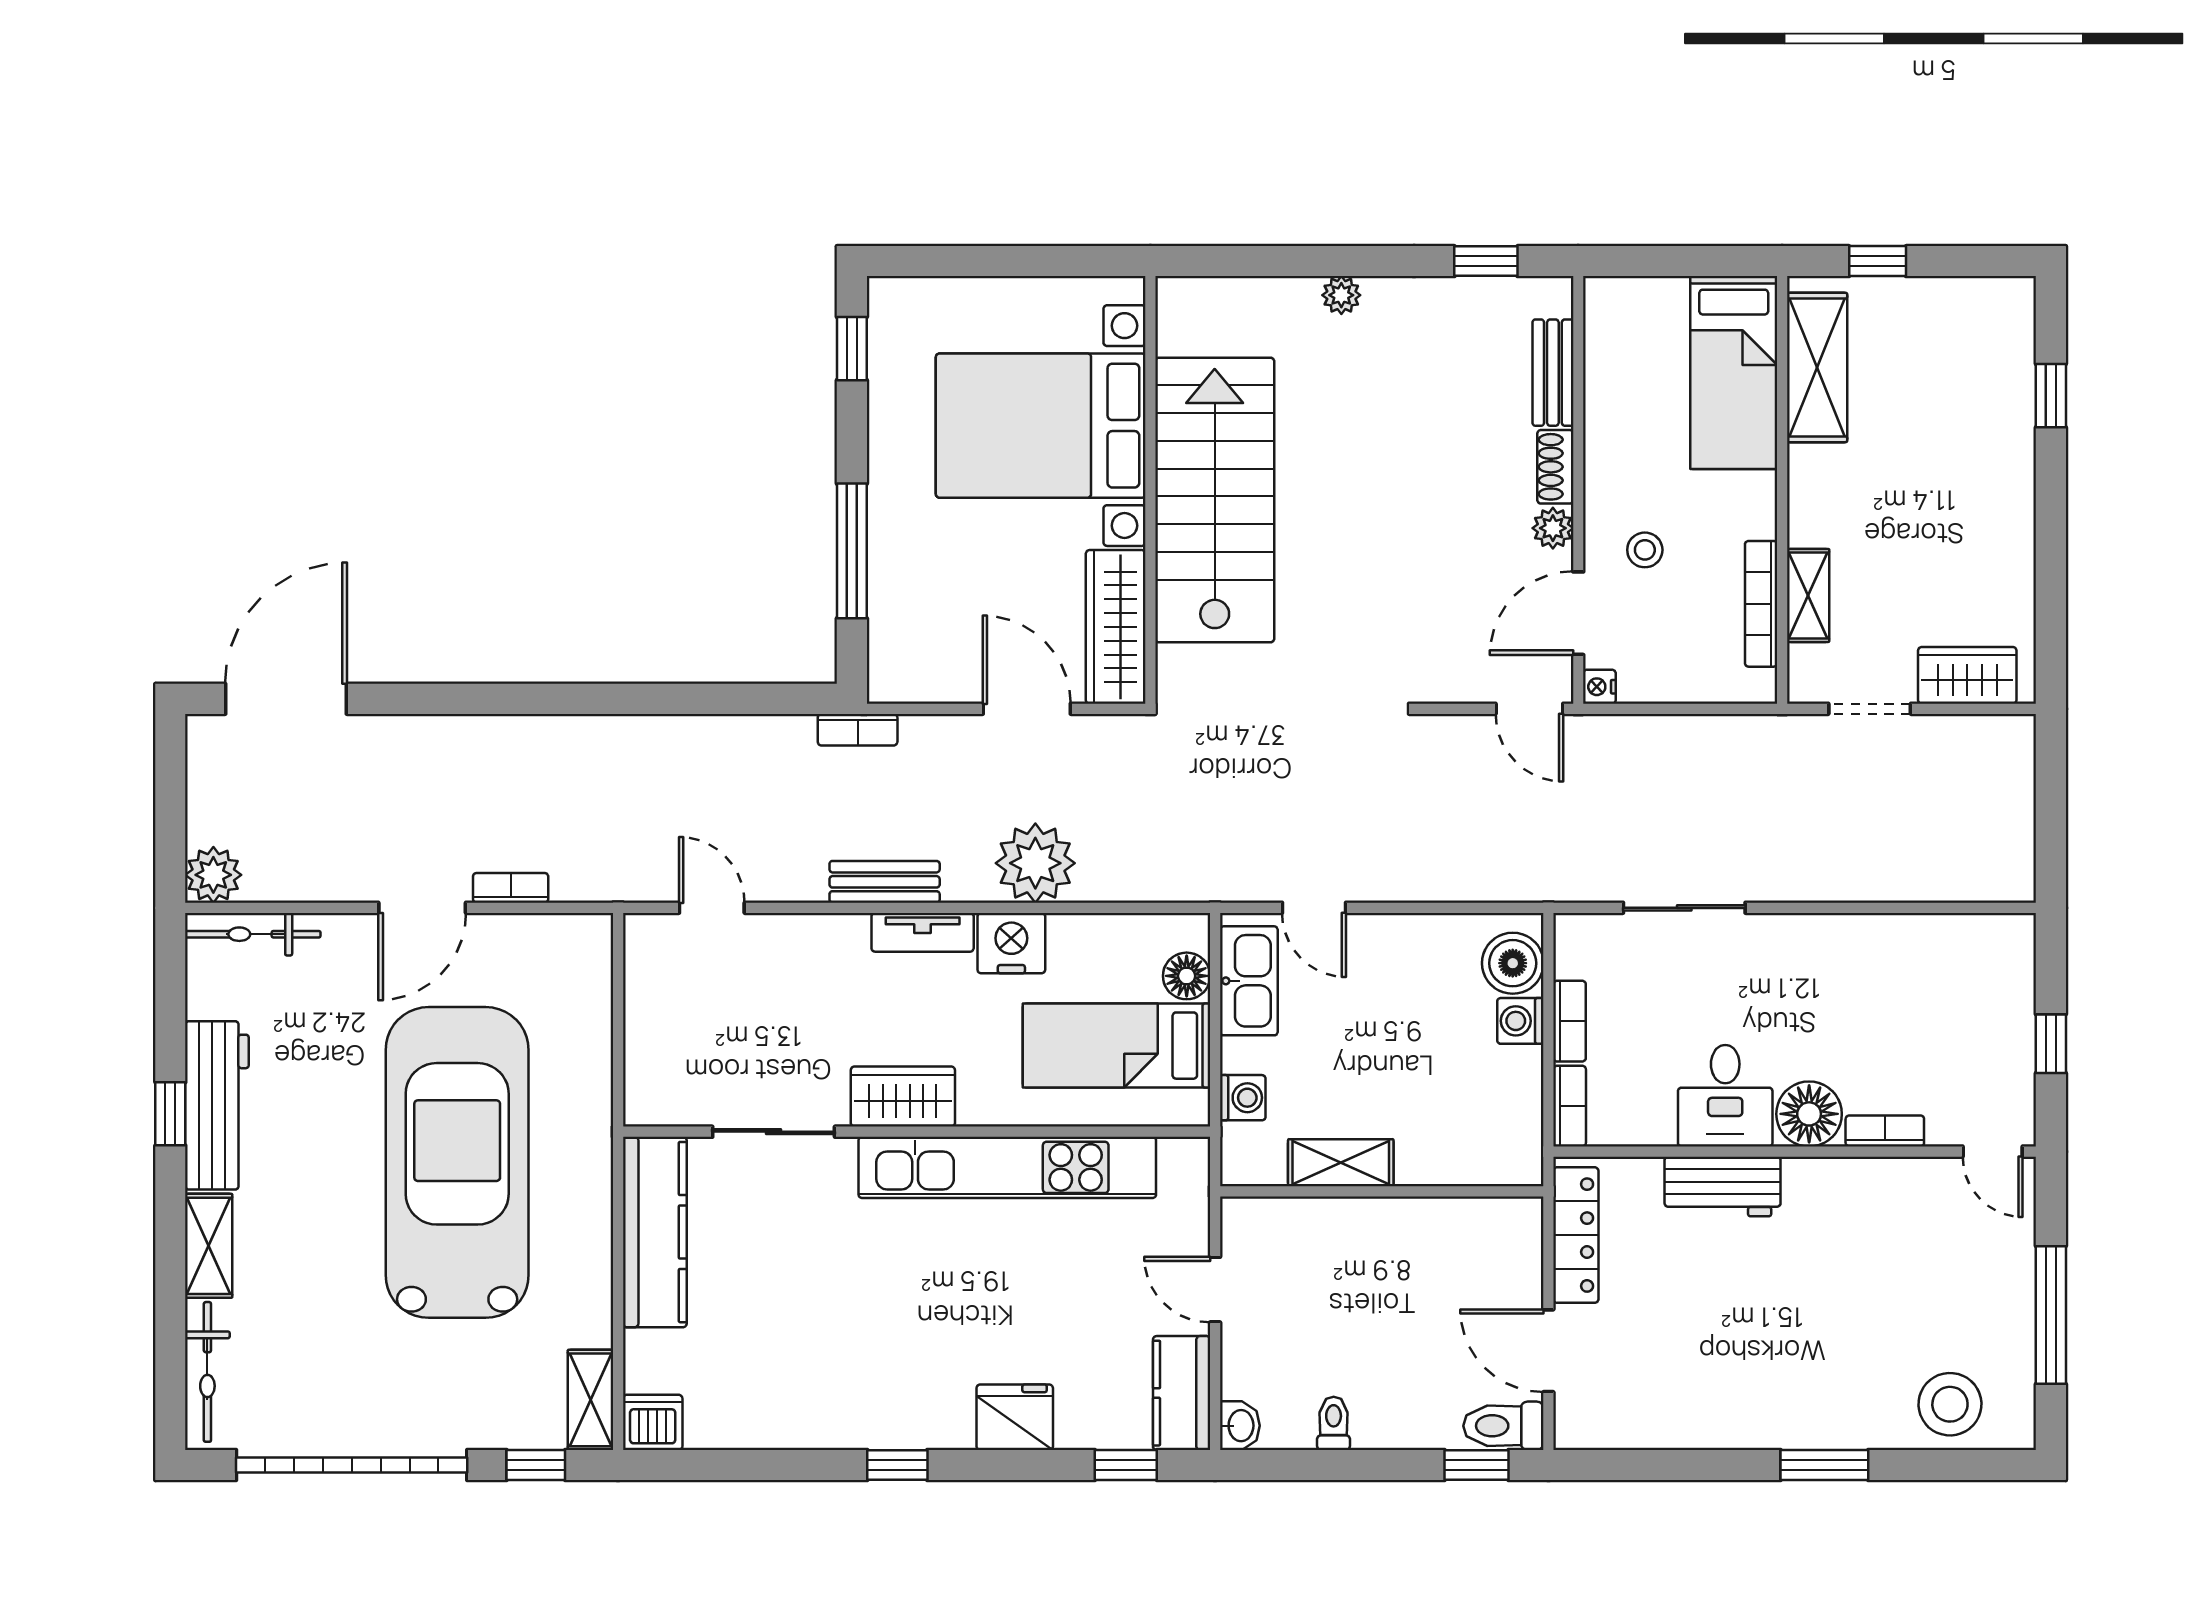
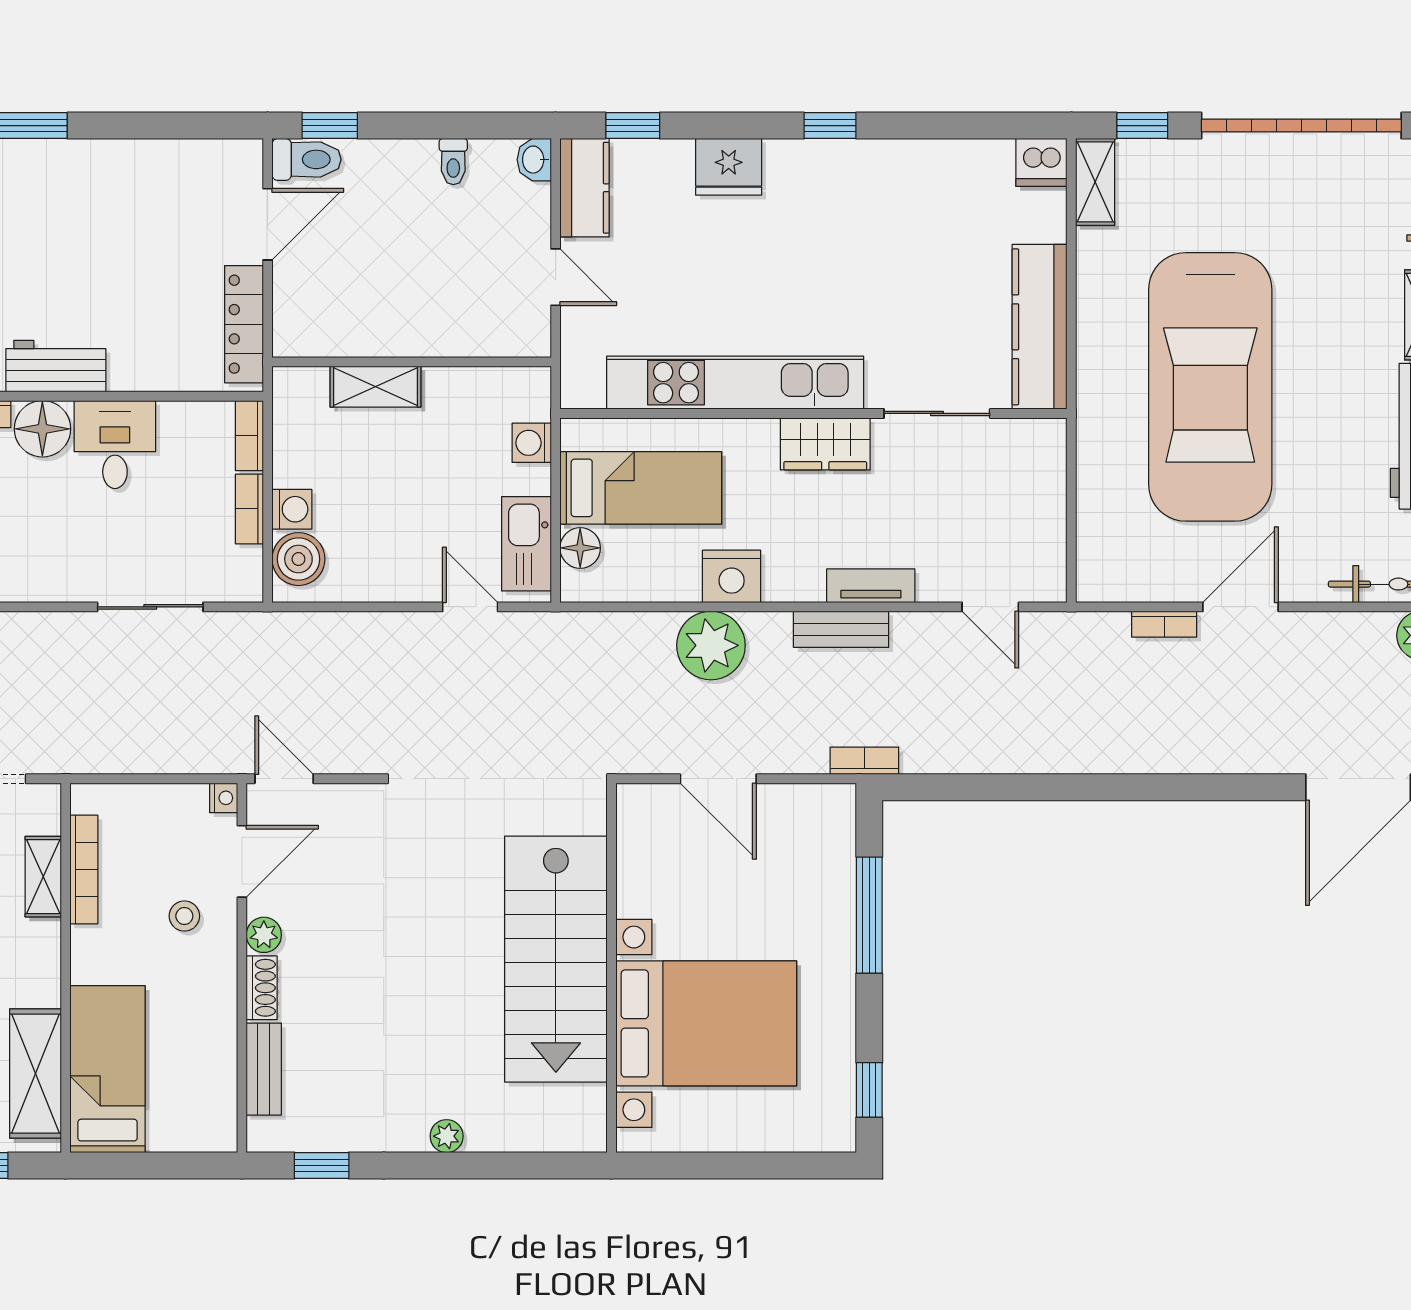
wardrobe: (1116, 627) -> (641, 849), removed
tv unit: (923, 932) -> (871, 586), moved
shelving: (1341, 1163) -> (375, 387), moved
workbench: (1723, 1186) -> (56, 366), moved
door: (1548, 1351) -> (268, 224), hinge flipped

